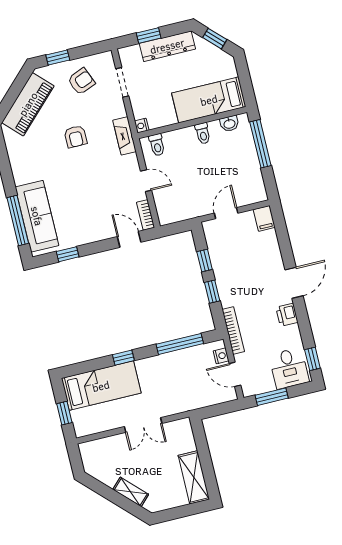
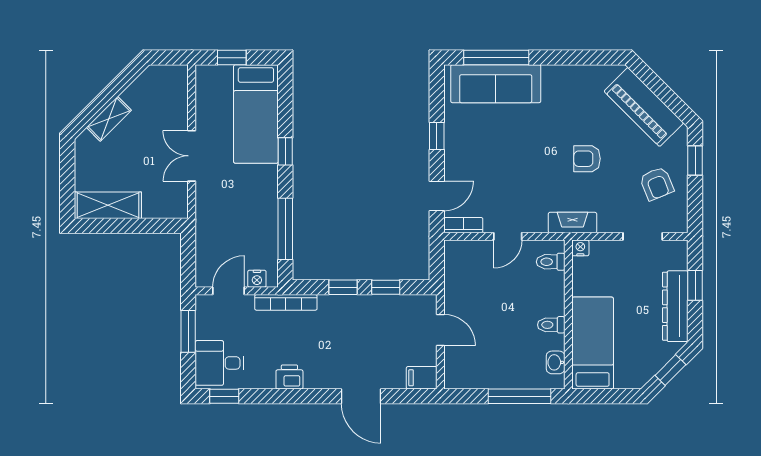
window: (68, 254) -> (437, 136), moved
door: (294, 283) -> (361, 396), moved

